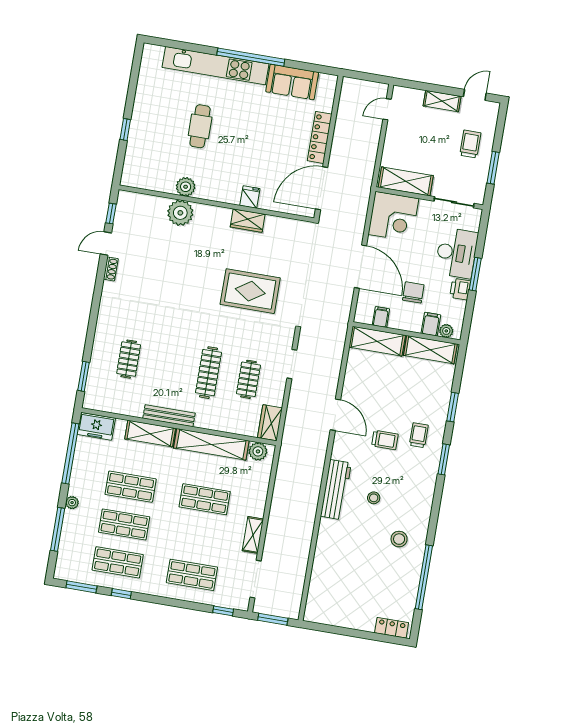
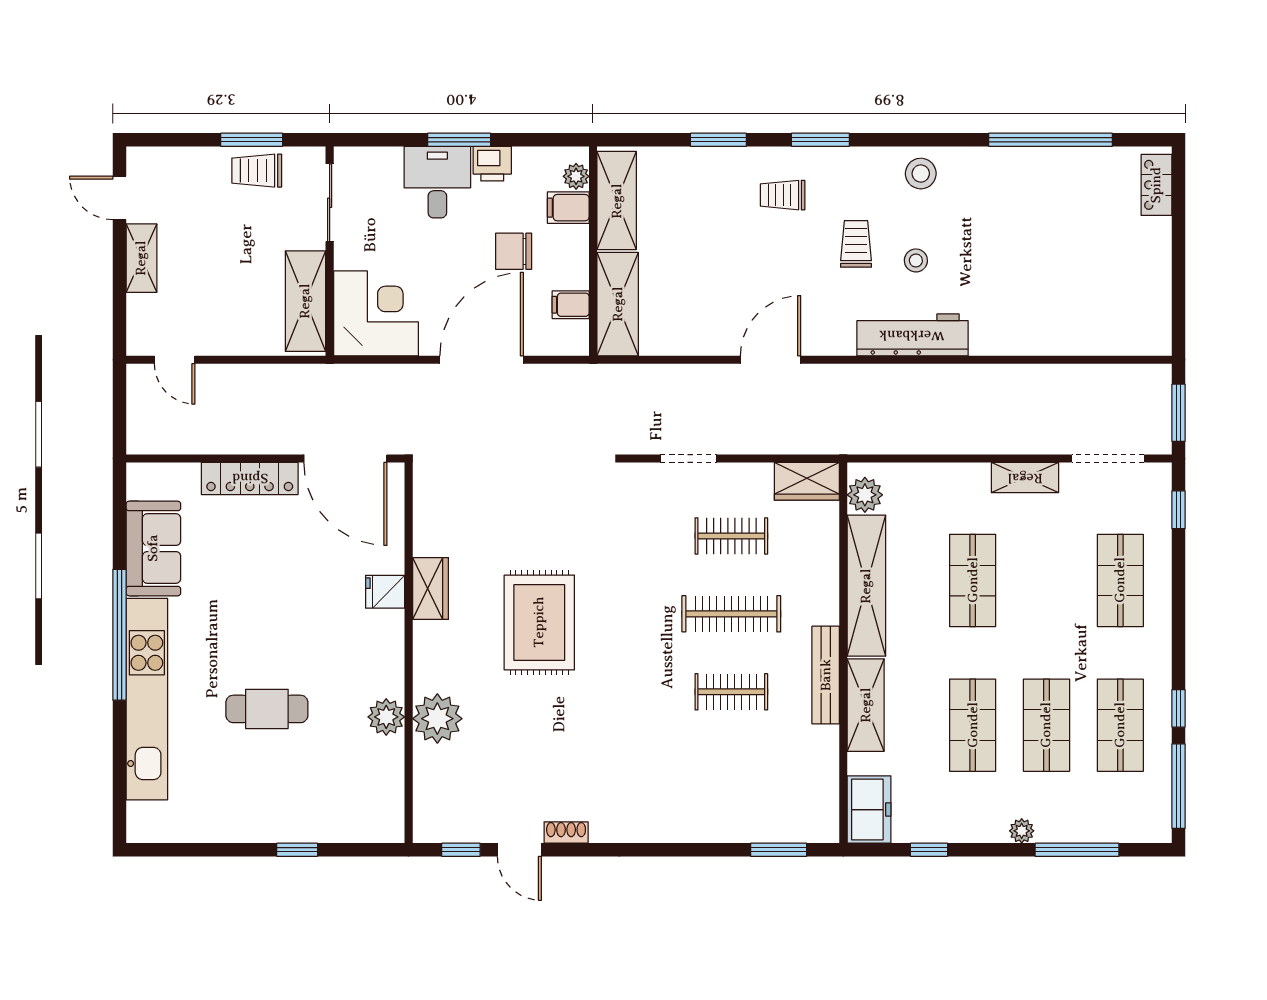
trolley: (470, 144) -> (257, 171), moved
desk: (456, 253) -> (437, 182), width x0.73
rug: (250, 291) -> (539, 622), moved
clothes rail: (129, 359) -> (731, 692), moved
trolley: (385, 440) -> (856, 244), moved
window: (70, 453) -> (929, 850), width x0.32
stool: (399, 539) -> (921, 174), moved
window: (81, 587) -> (1179, 786), width x1.44

